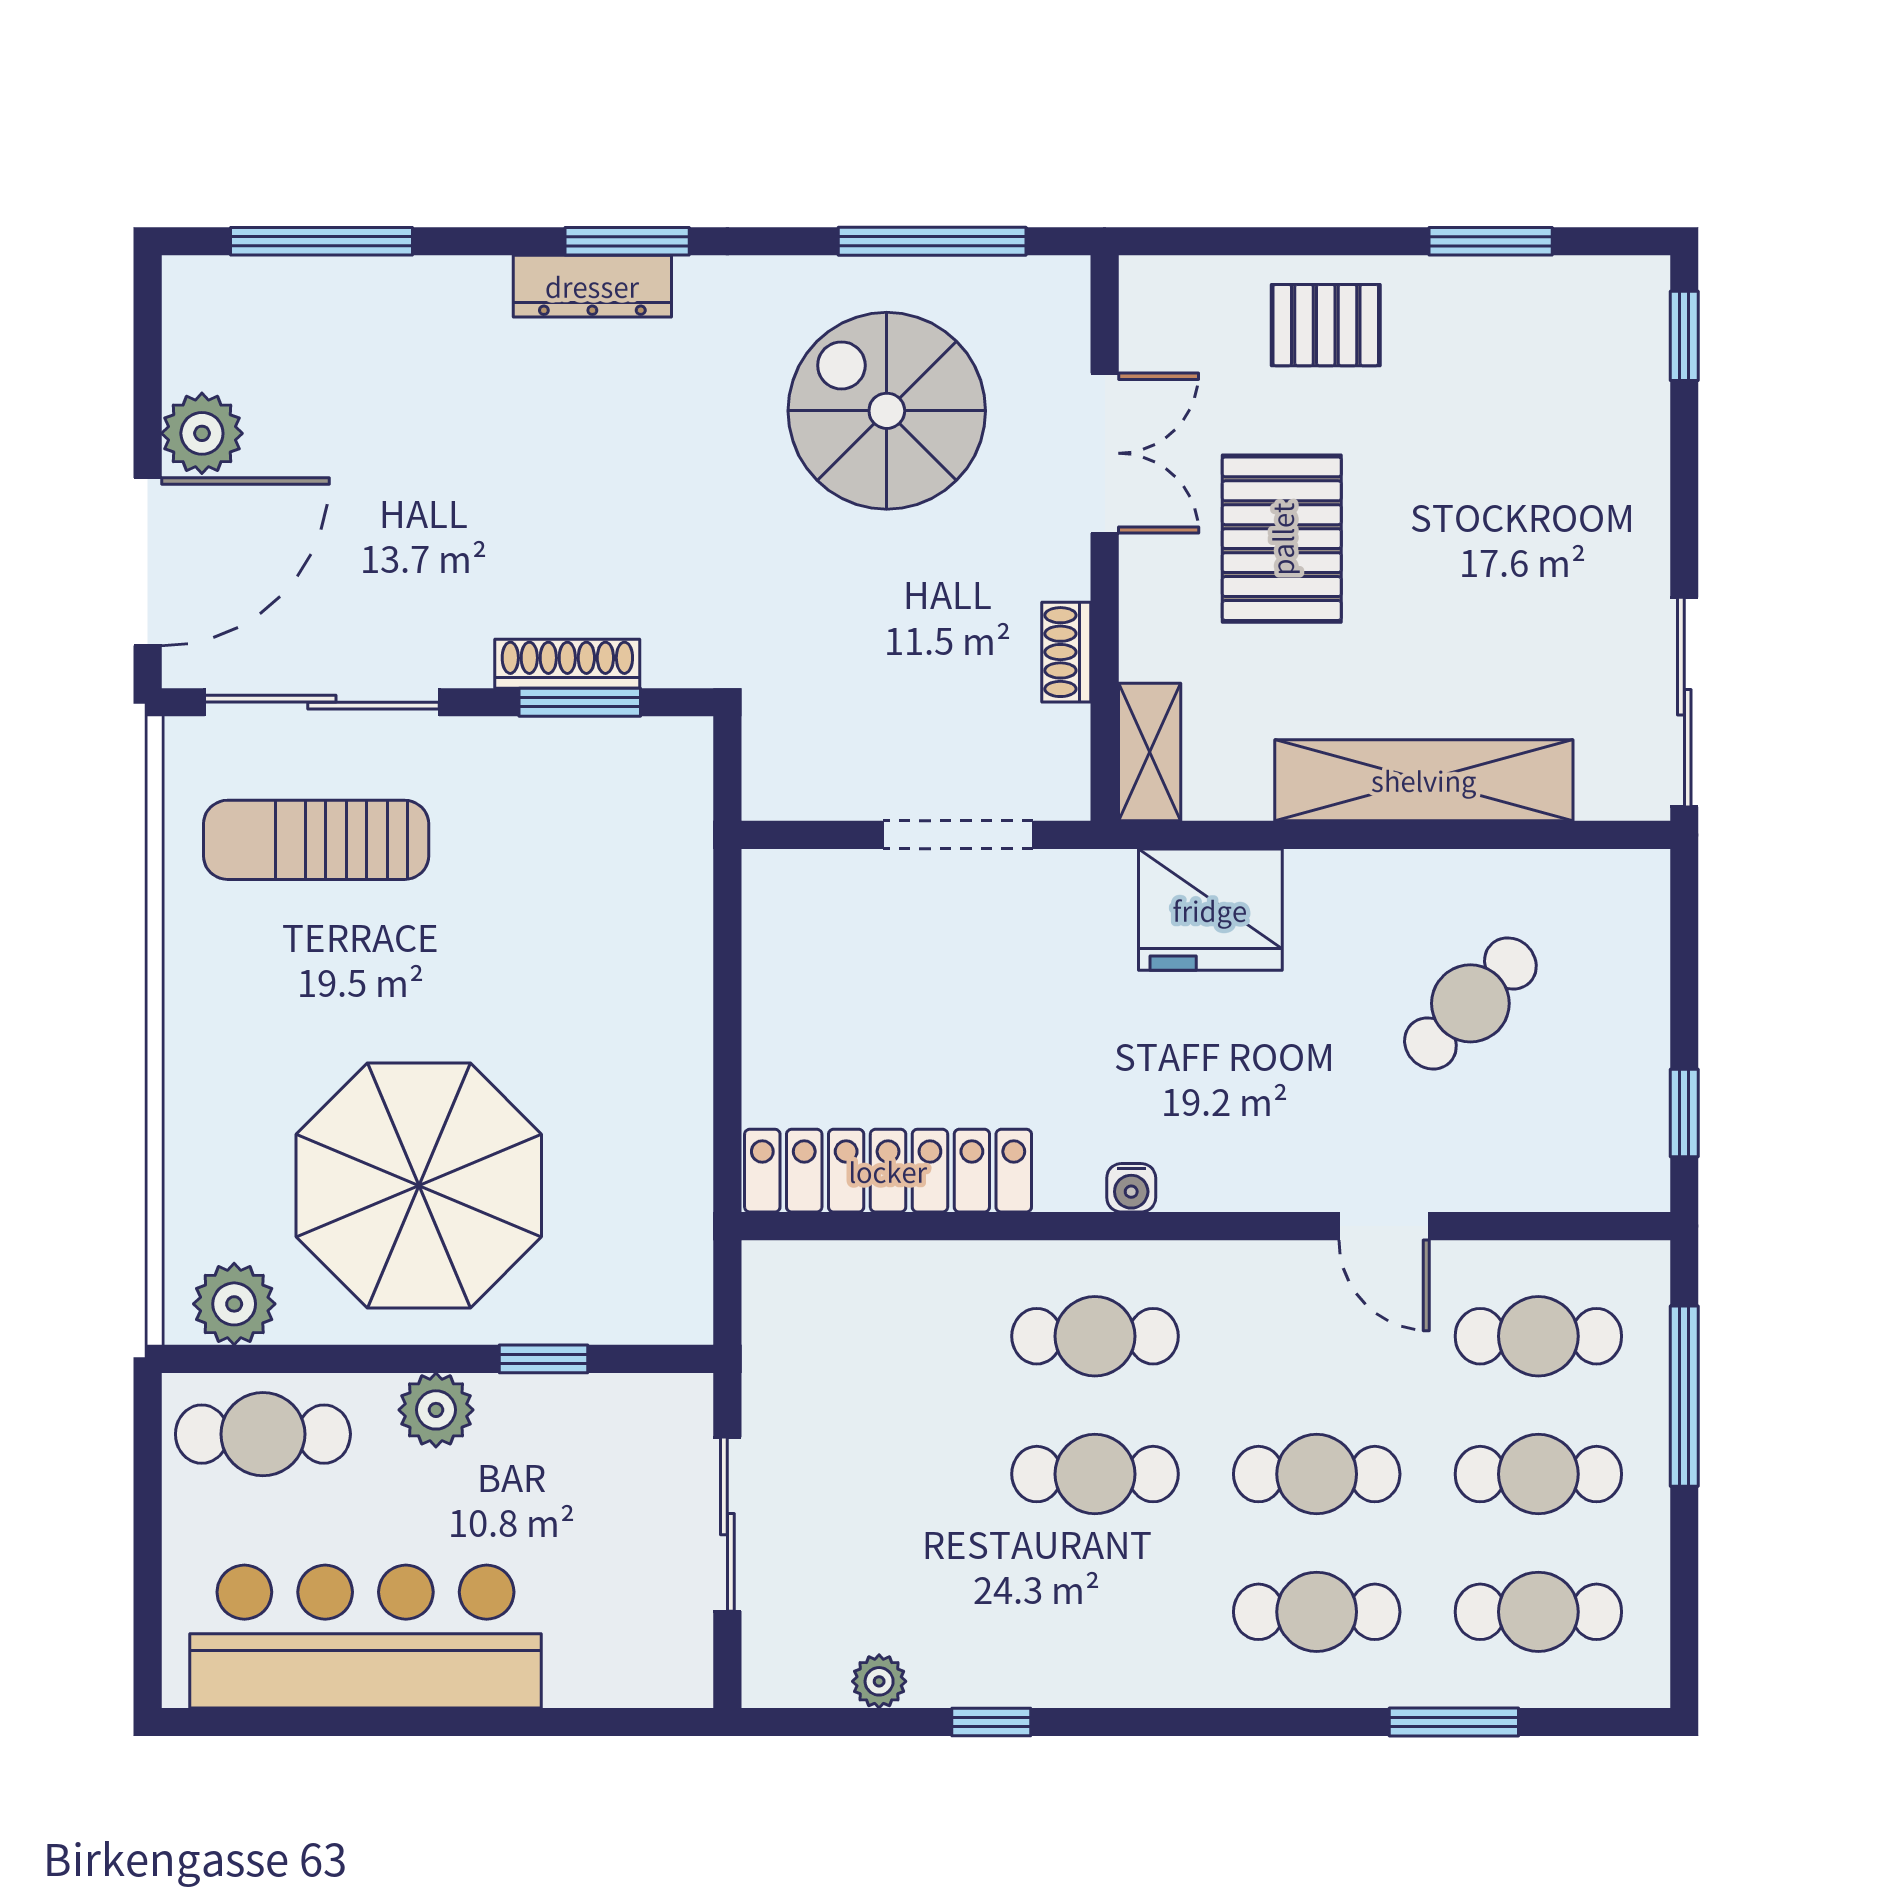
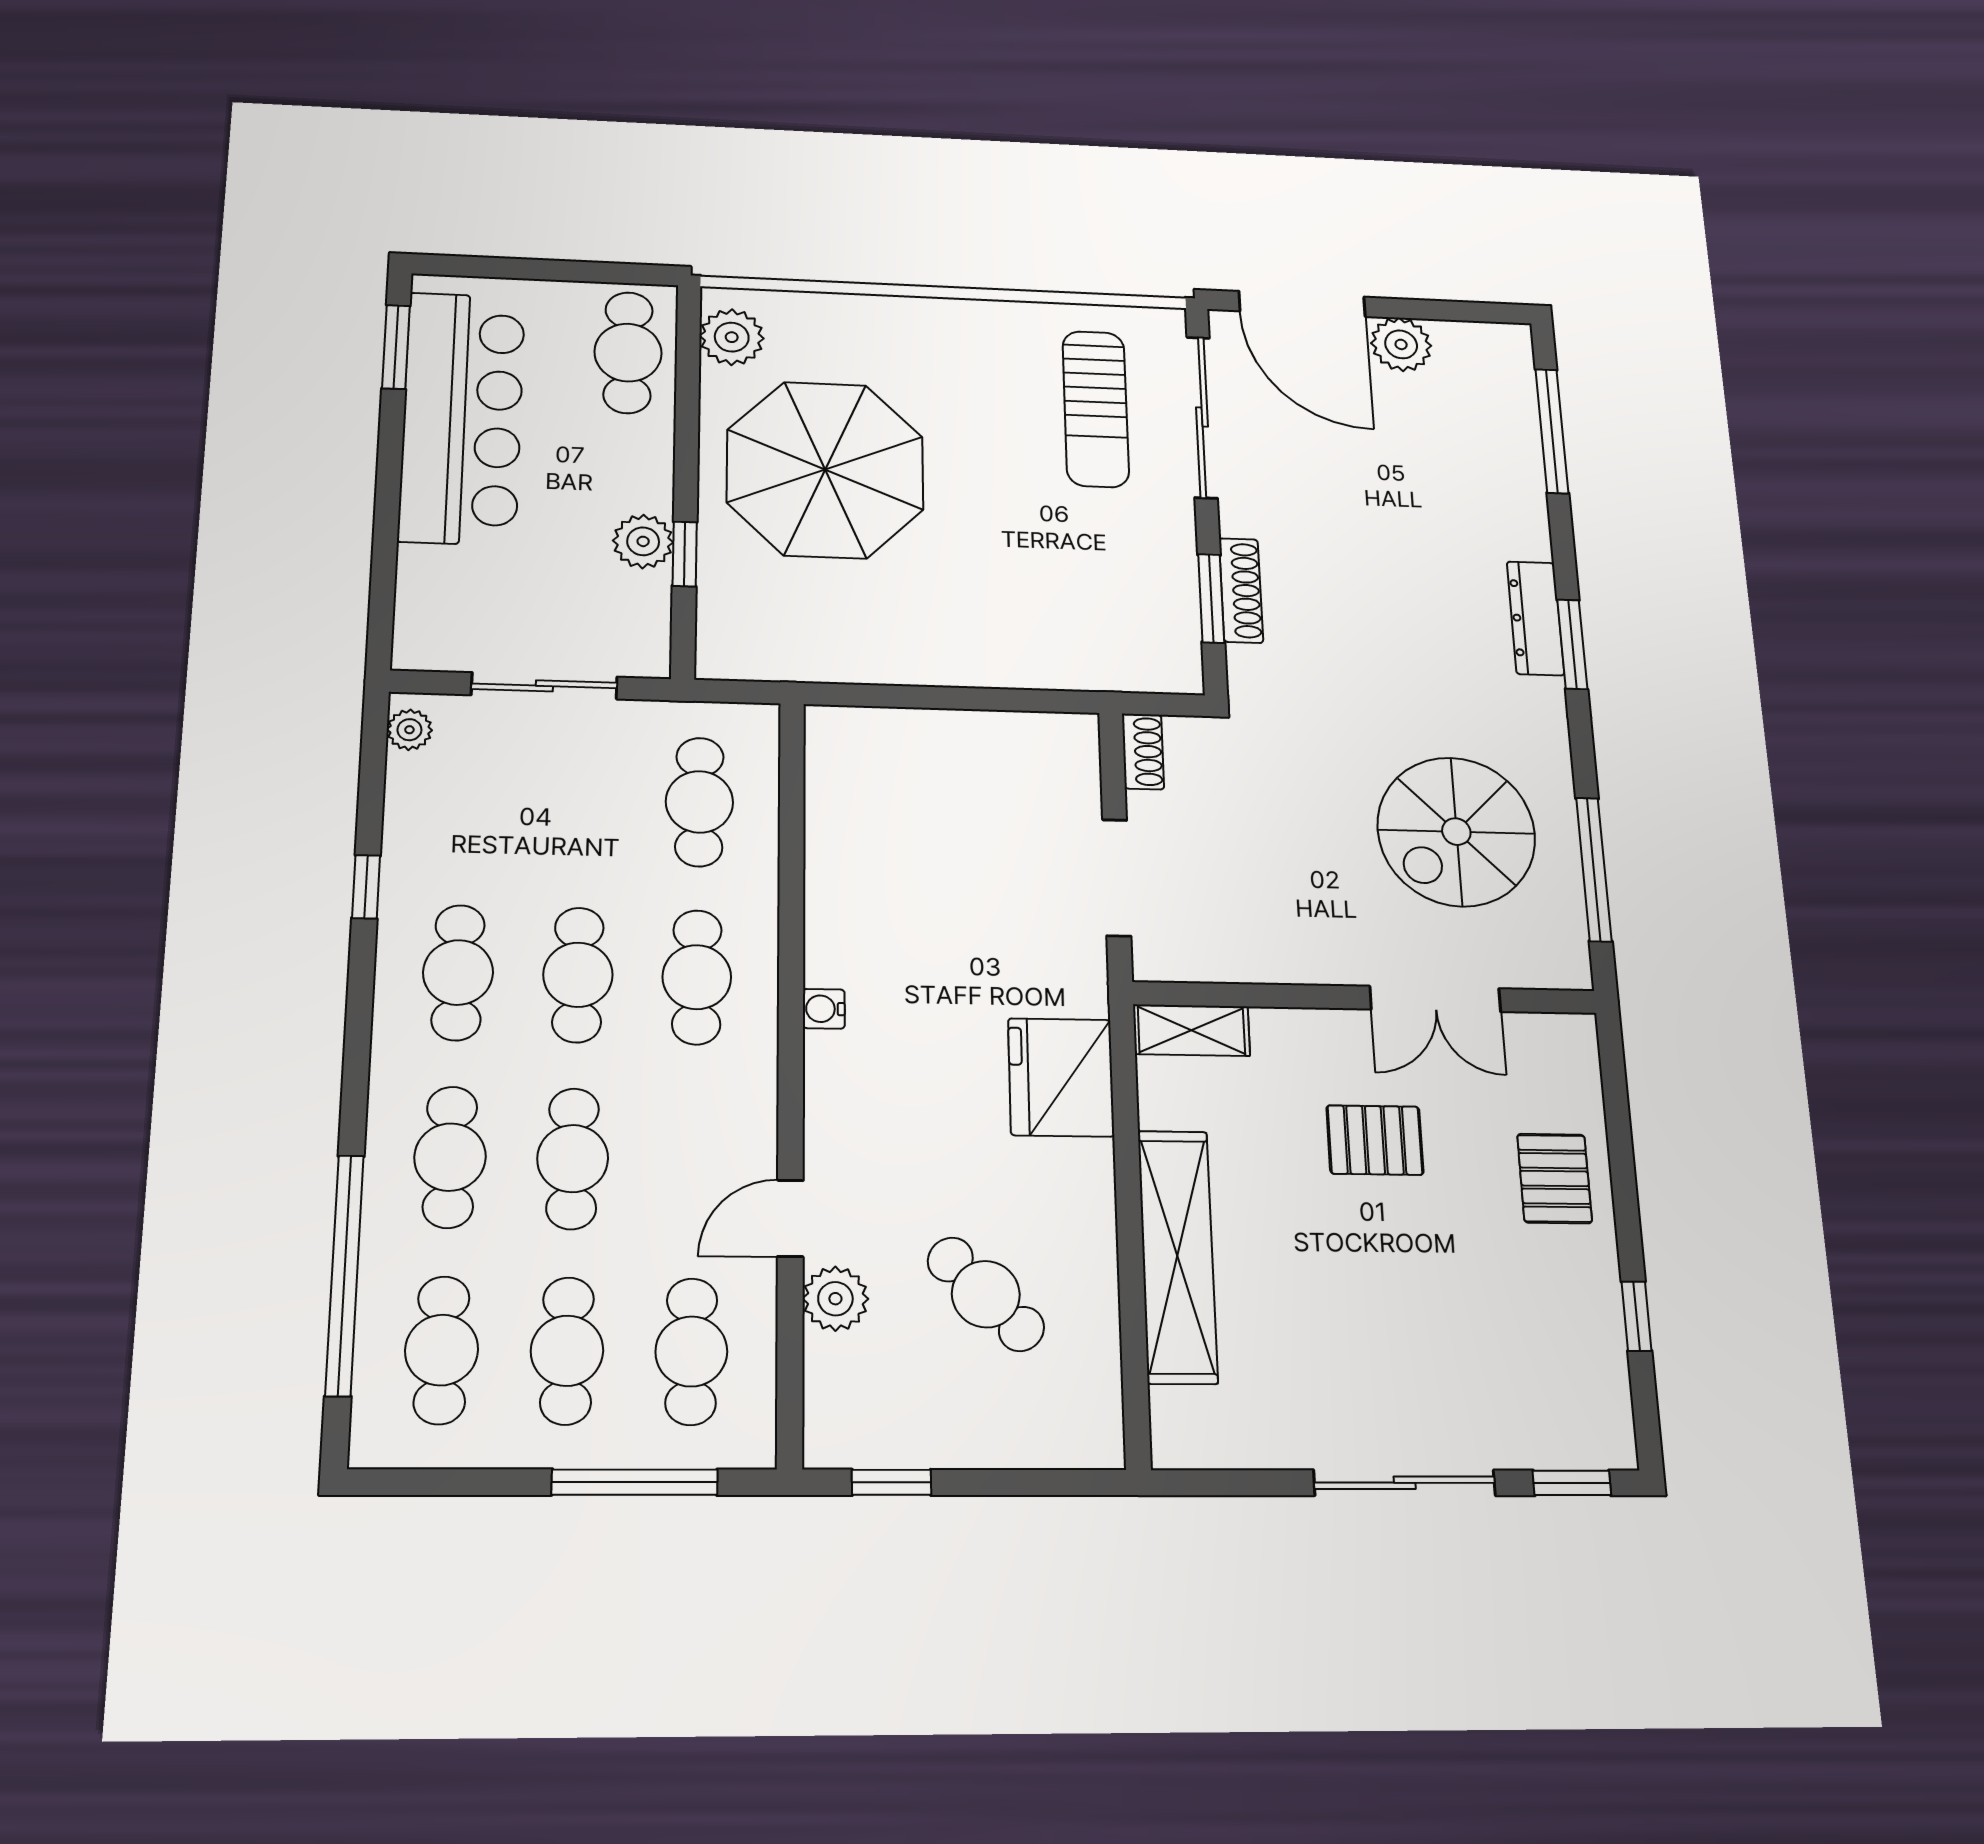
window: (1491, 241) -> (1636, 1316), width x0.67
spiral stairs: (887, 411) -> (1456, 832), turned 180
pallet: (1282, 539) -> (1375, 1140), width x0.67, depth x0.71
shoe rack: (1066, 652) -> (1143, 751), moved, turned 90
sliding door: (1684, 702) -> (1405, 1483), moved
sun lounger: (316, 840) -> (1096, 409), turned 180
locker: (888, 1171) -> (838, 817), removed
plant: (1477, 1175) -> (835, 1299), added
cafe table: (873, 1336) -> (699, 802), added
plant: (436, 1410) -> (643, 541), moved
cafe table: (1095, 1612) -> (458, 972), added
plant: (879, 1681) -> (409, 730), moved
window: (269, 1722) -> (396, 347), added
window: (1454, 1722) -> (345, 1275), width x2.11

